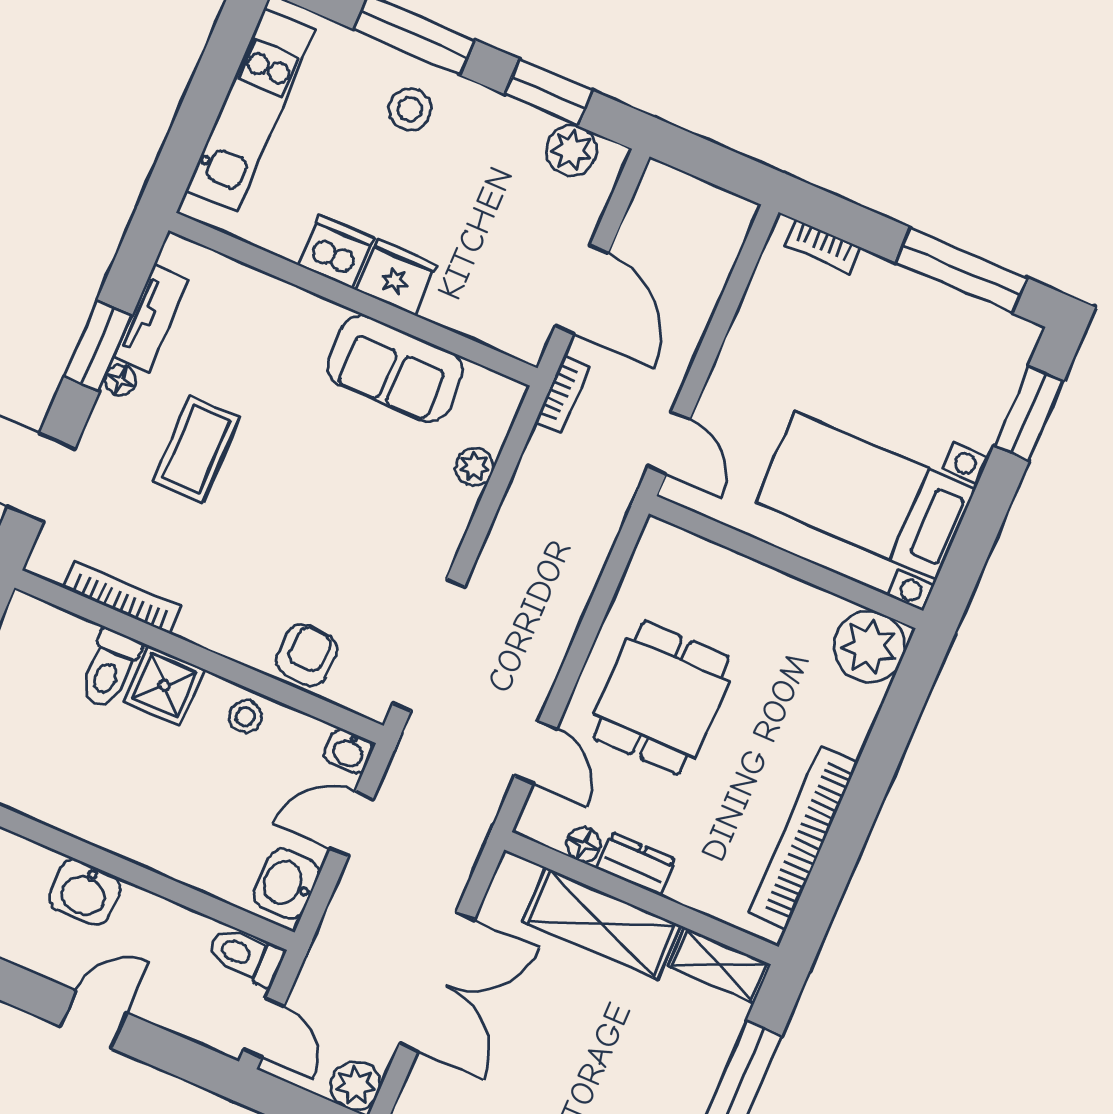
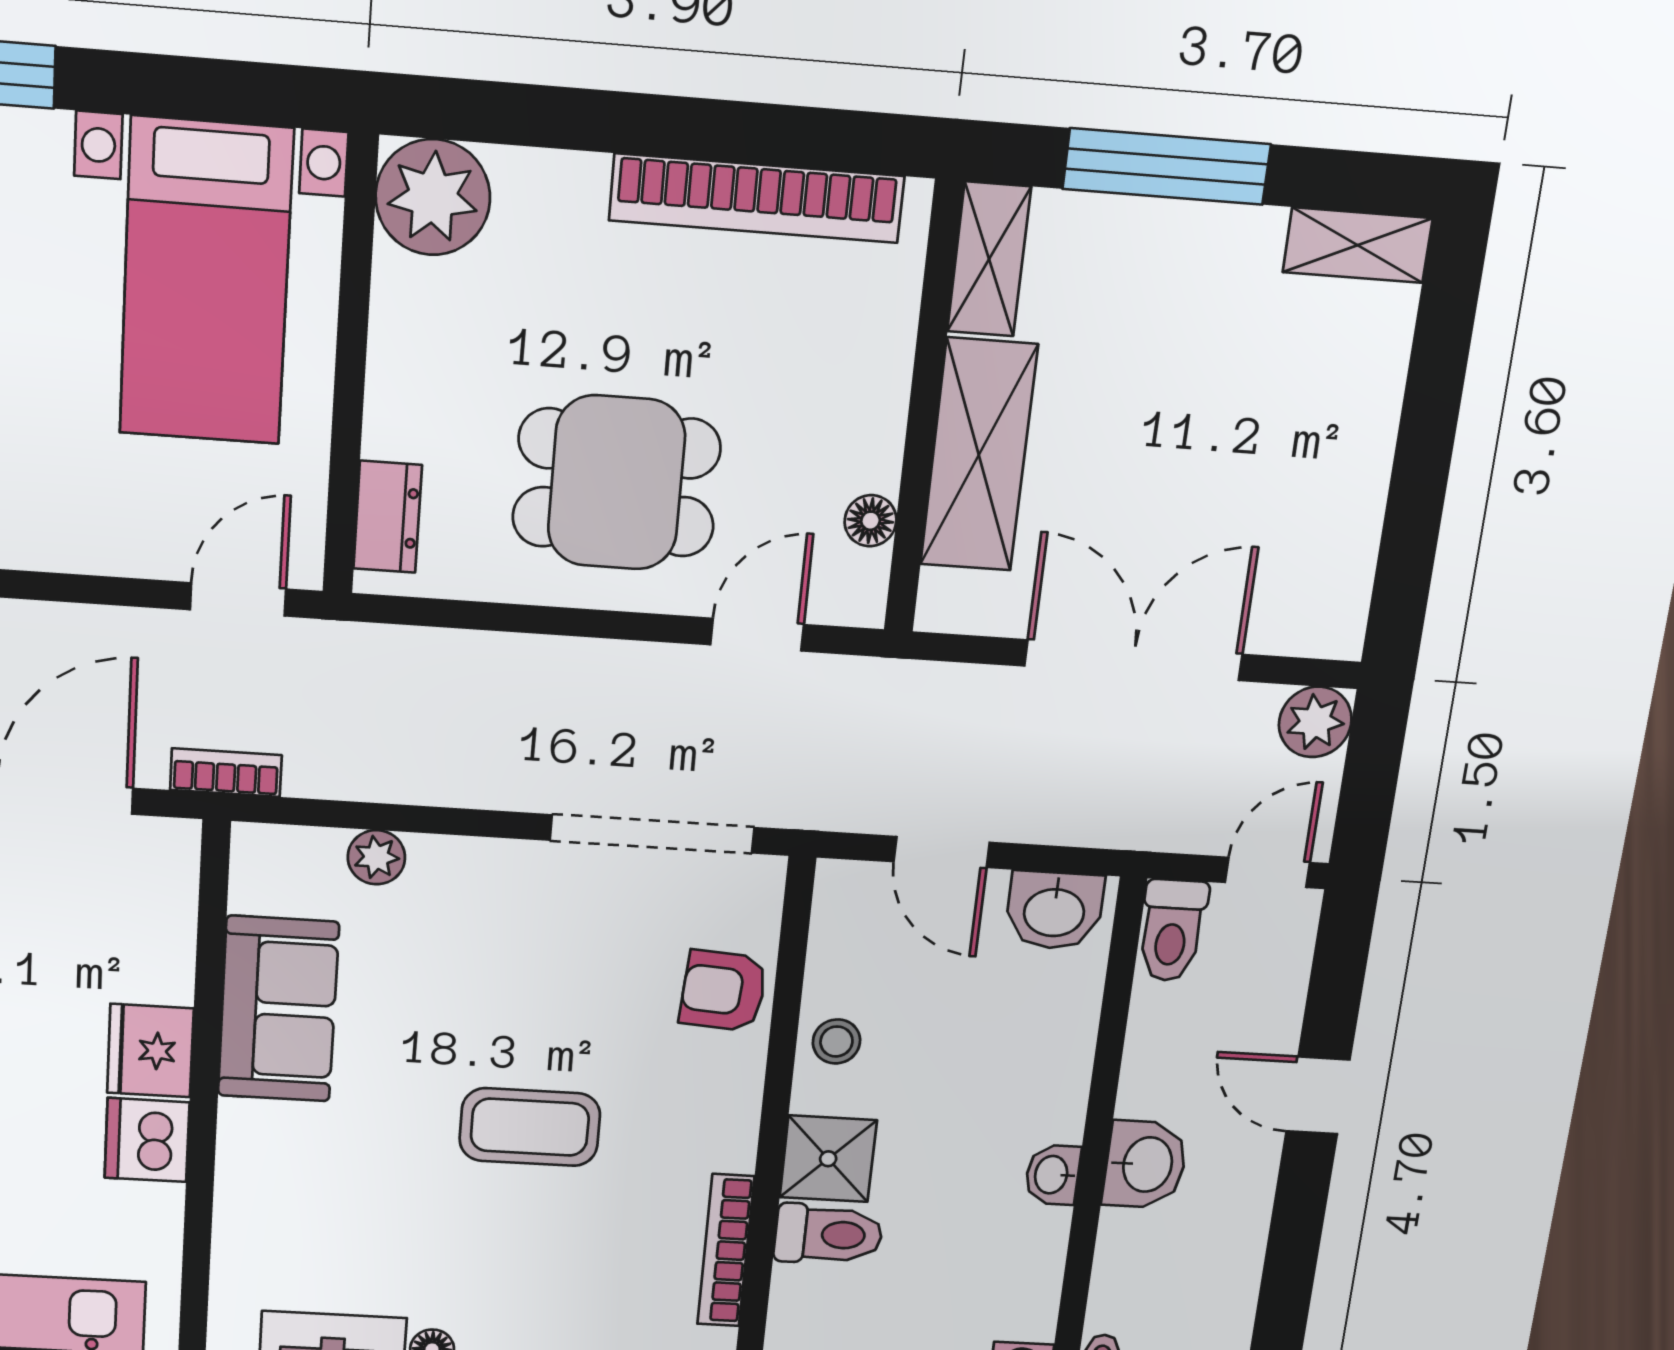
coffee table: (196, 449) -> (530, 1127), moved
washbasin: (349, 751) -> (1053, 1175), moved, turned 180
dresser: (636, 864) -> (388, 517), moved, turned 180

